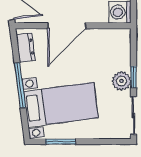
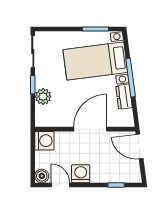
dresser: (26, 47) -> (124, 97), moved
plant: (121, 81) -> (43, 96), moved

